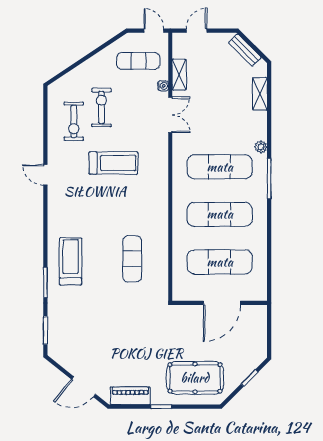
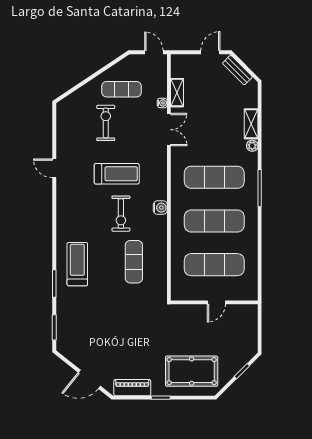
door: (197, 31) -> (210, 52), moved
exercise mat: (138, 61) -> (122, 89), moved
shelving: (260, 94) -> (251, 124), moved
exercise bike: (74, 121) -> (121, 214), moved
plant: (261, 147) -> (252, 146), moved
door: (45, 175) -> (54, 168), moved
water cooler: (161, 200) -> (160, 208), added
door: (222, 303) -> (216, 302), width x0.53

